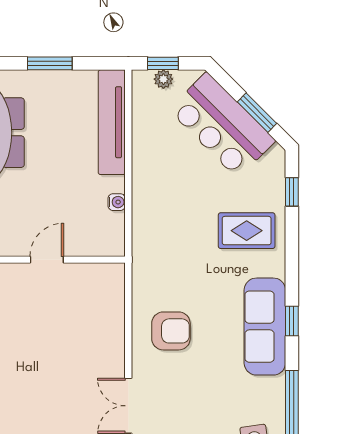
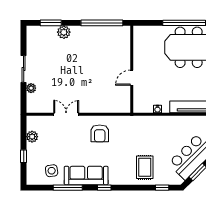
door: (47, 260) -> (132, 78), swing flipped
sofa: (265, 327) -> (86, 175), moved

